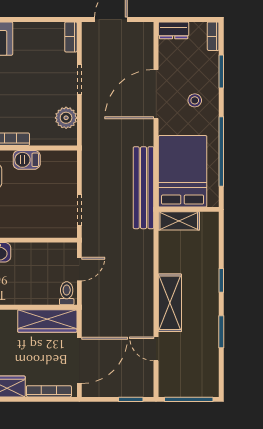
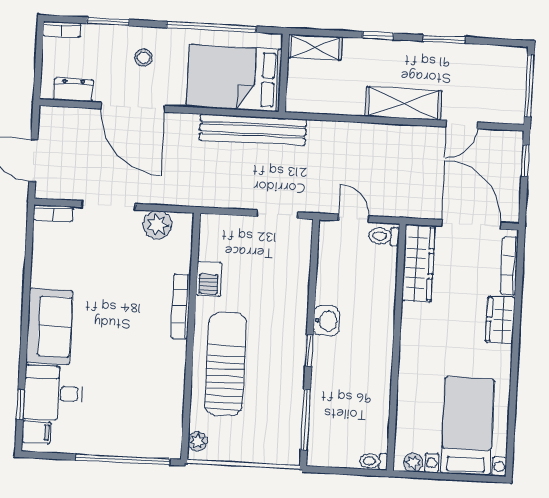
dresser: (174, 30) -> (73, 90), moved, turned -90
doorway: (79, 79) -> (108, 205), width x1.38
shelving: (179, 221) -> (315, 47), moved, turned 90

